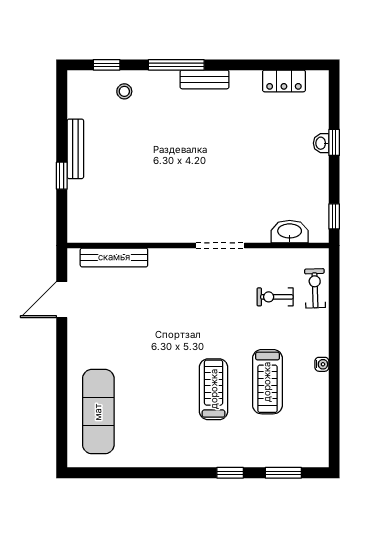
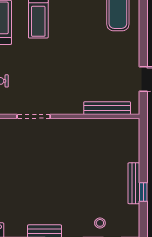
window: (62, 176) -> (143, 192), moved

